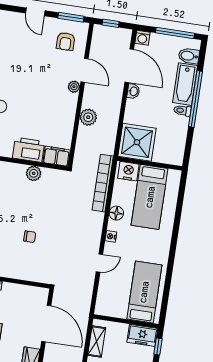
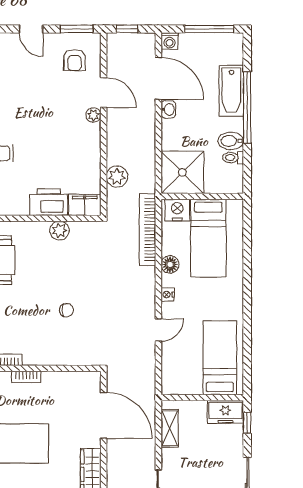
bidet: (189, 56) -> (231, 141), moved
toilet: (182, 111) -> (233, 158), moved
plant: (88, 117) -> (117, 177), moved

